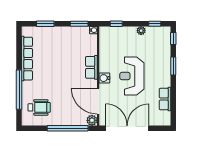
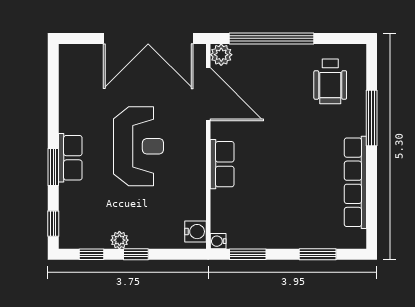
window: (116, 24) -> (136, 254), moved
water cooler: (104, 78) -> (195, 232), moved
window: (19, 90) -> (372, 118), width x0.68
row of seats: (165, 99) -> (70, 158), moved
wheelchair: (39, 107) -> (330, 81), turned -90

